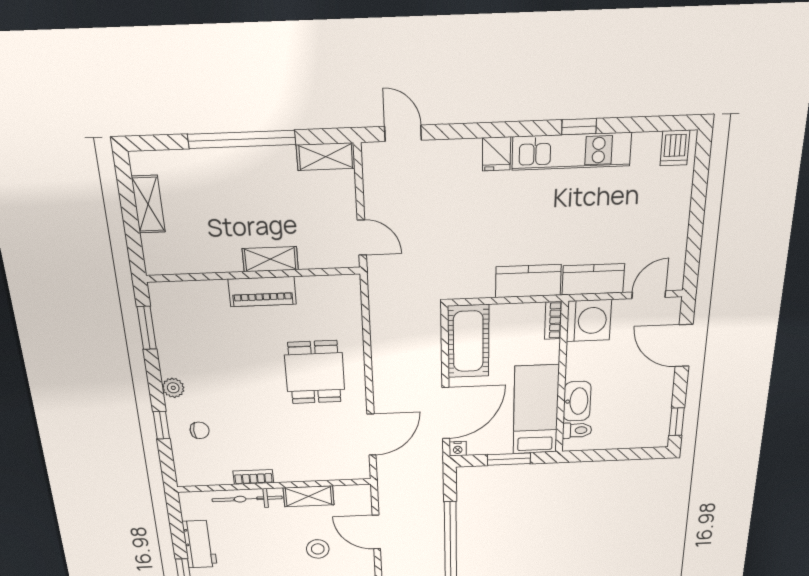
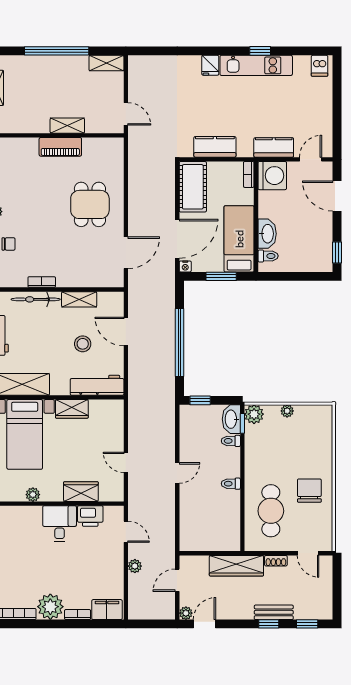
door: (403, 133) -> (154, 51), removed
kitchen counter: (528, 281) -> (215, 147), moved

